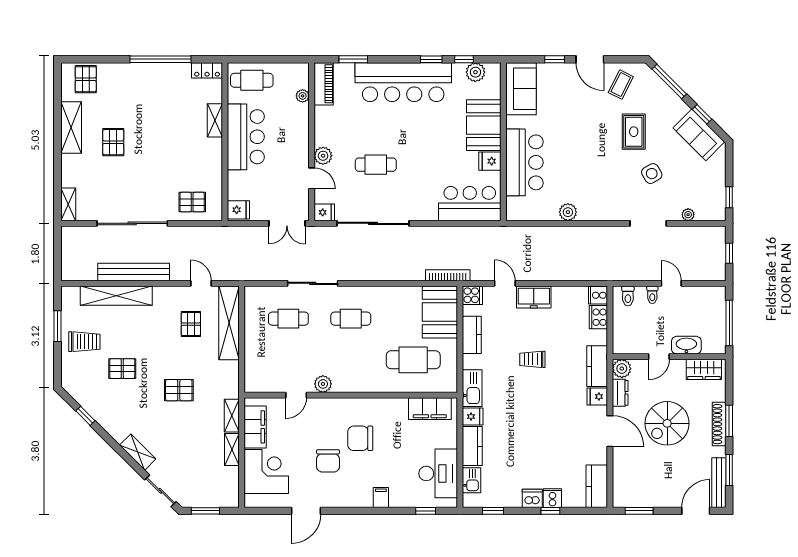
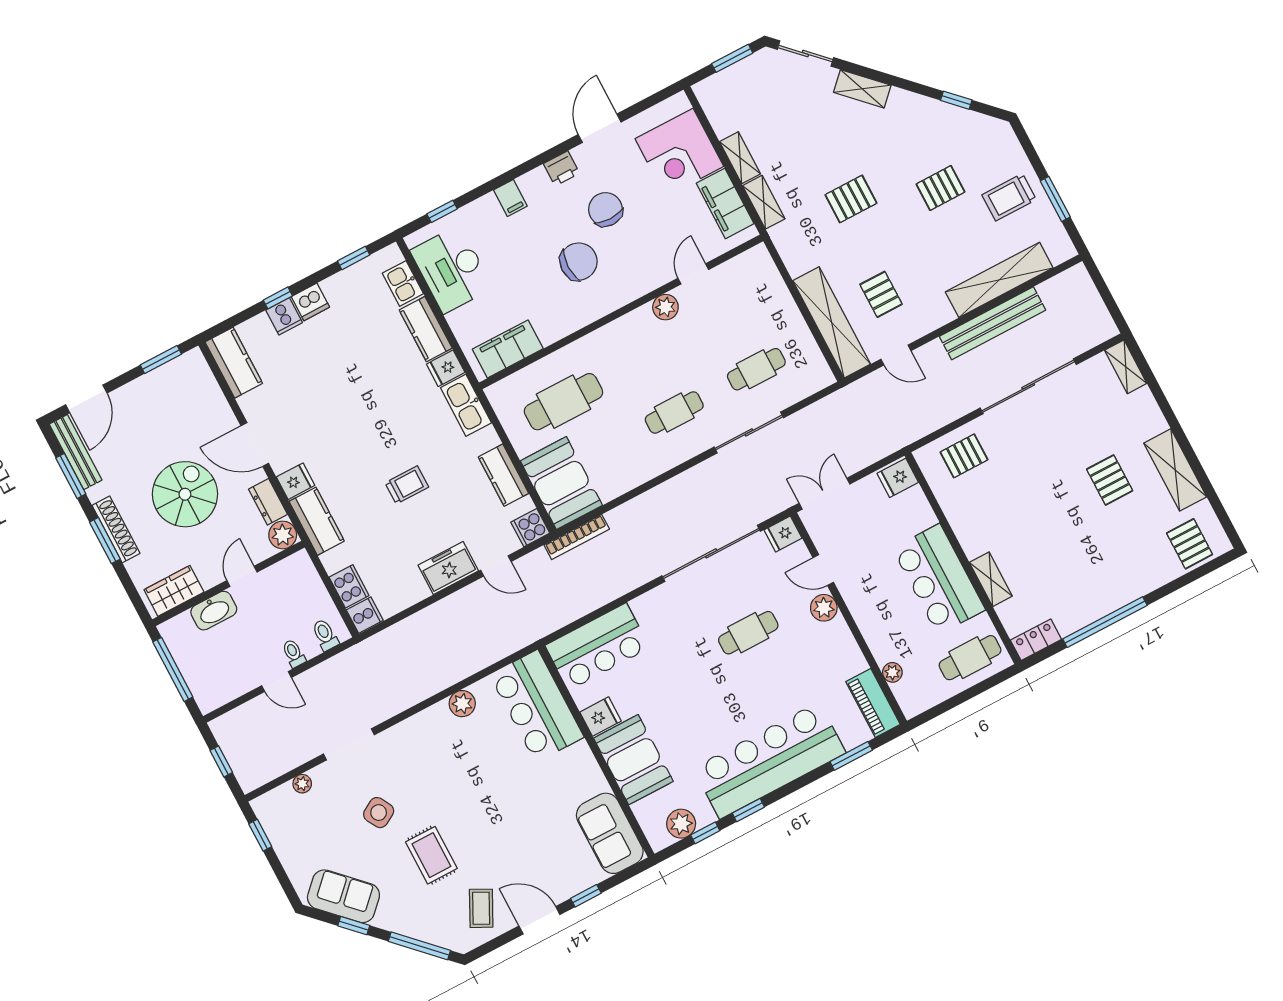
bar counter: (524, 162) -> (537, 706), moved
printer: (341, 499) -> (561, 168), added

